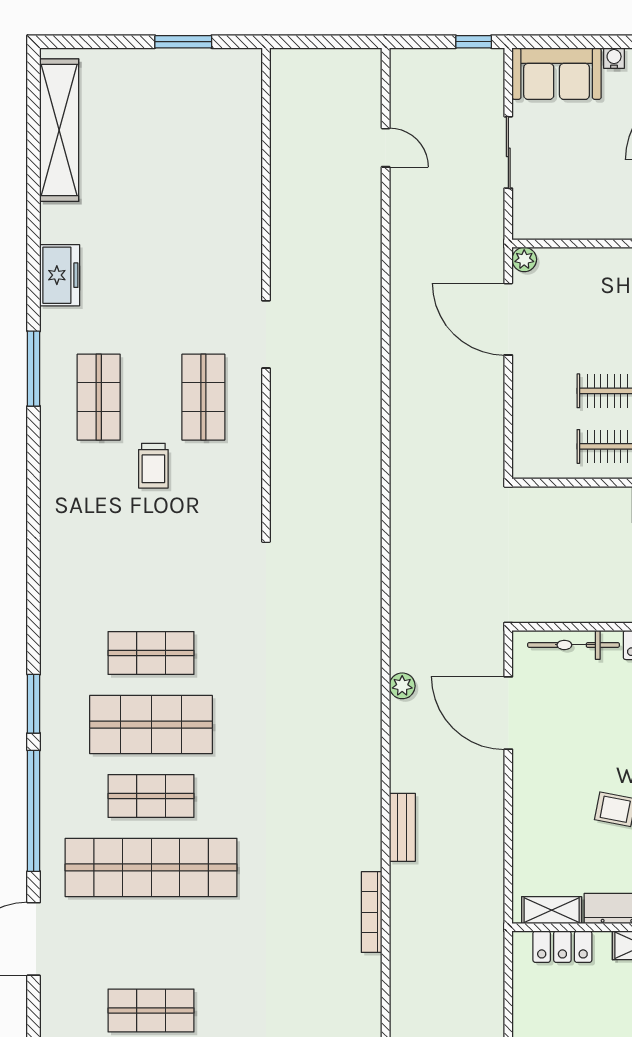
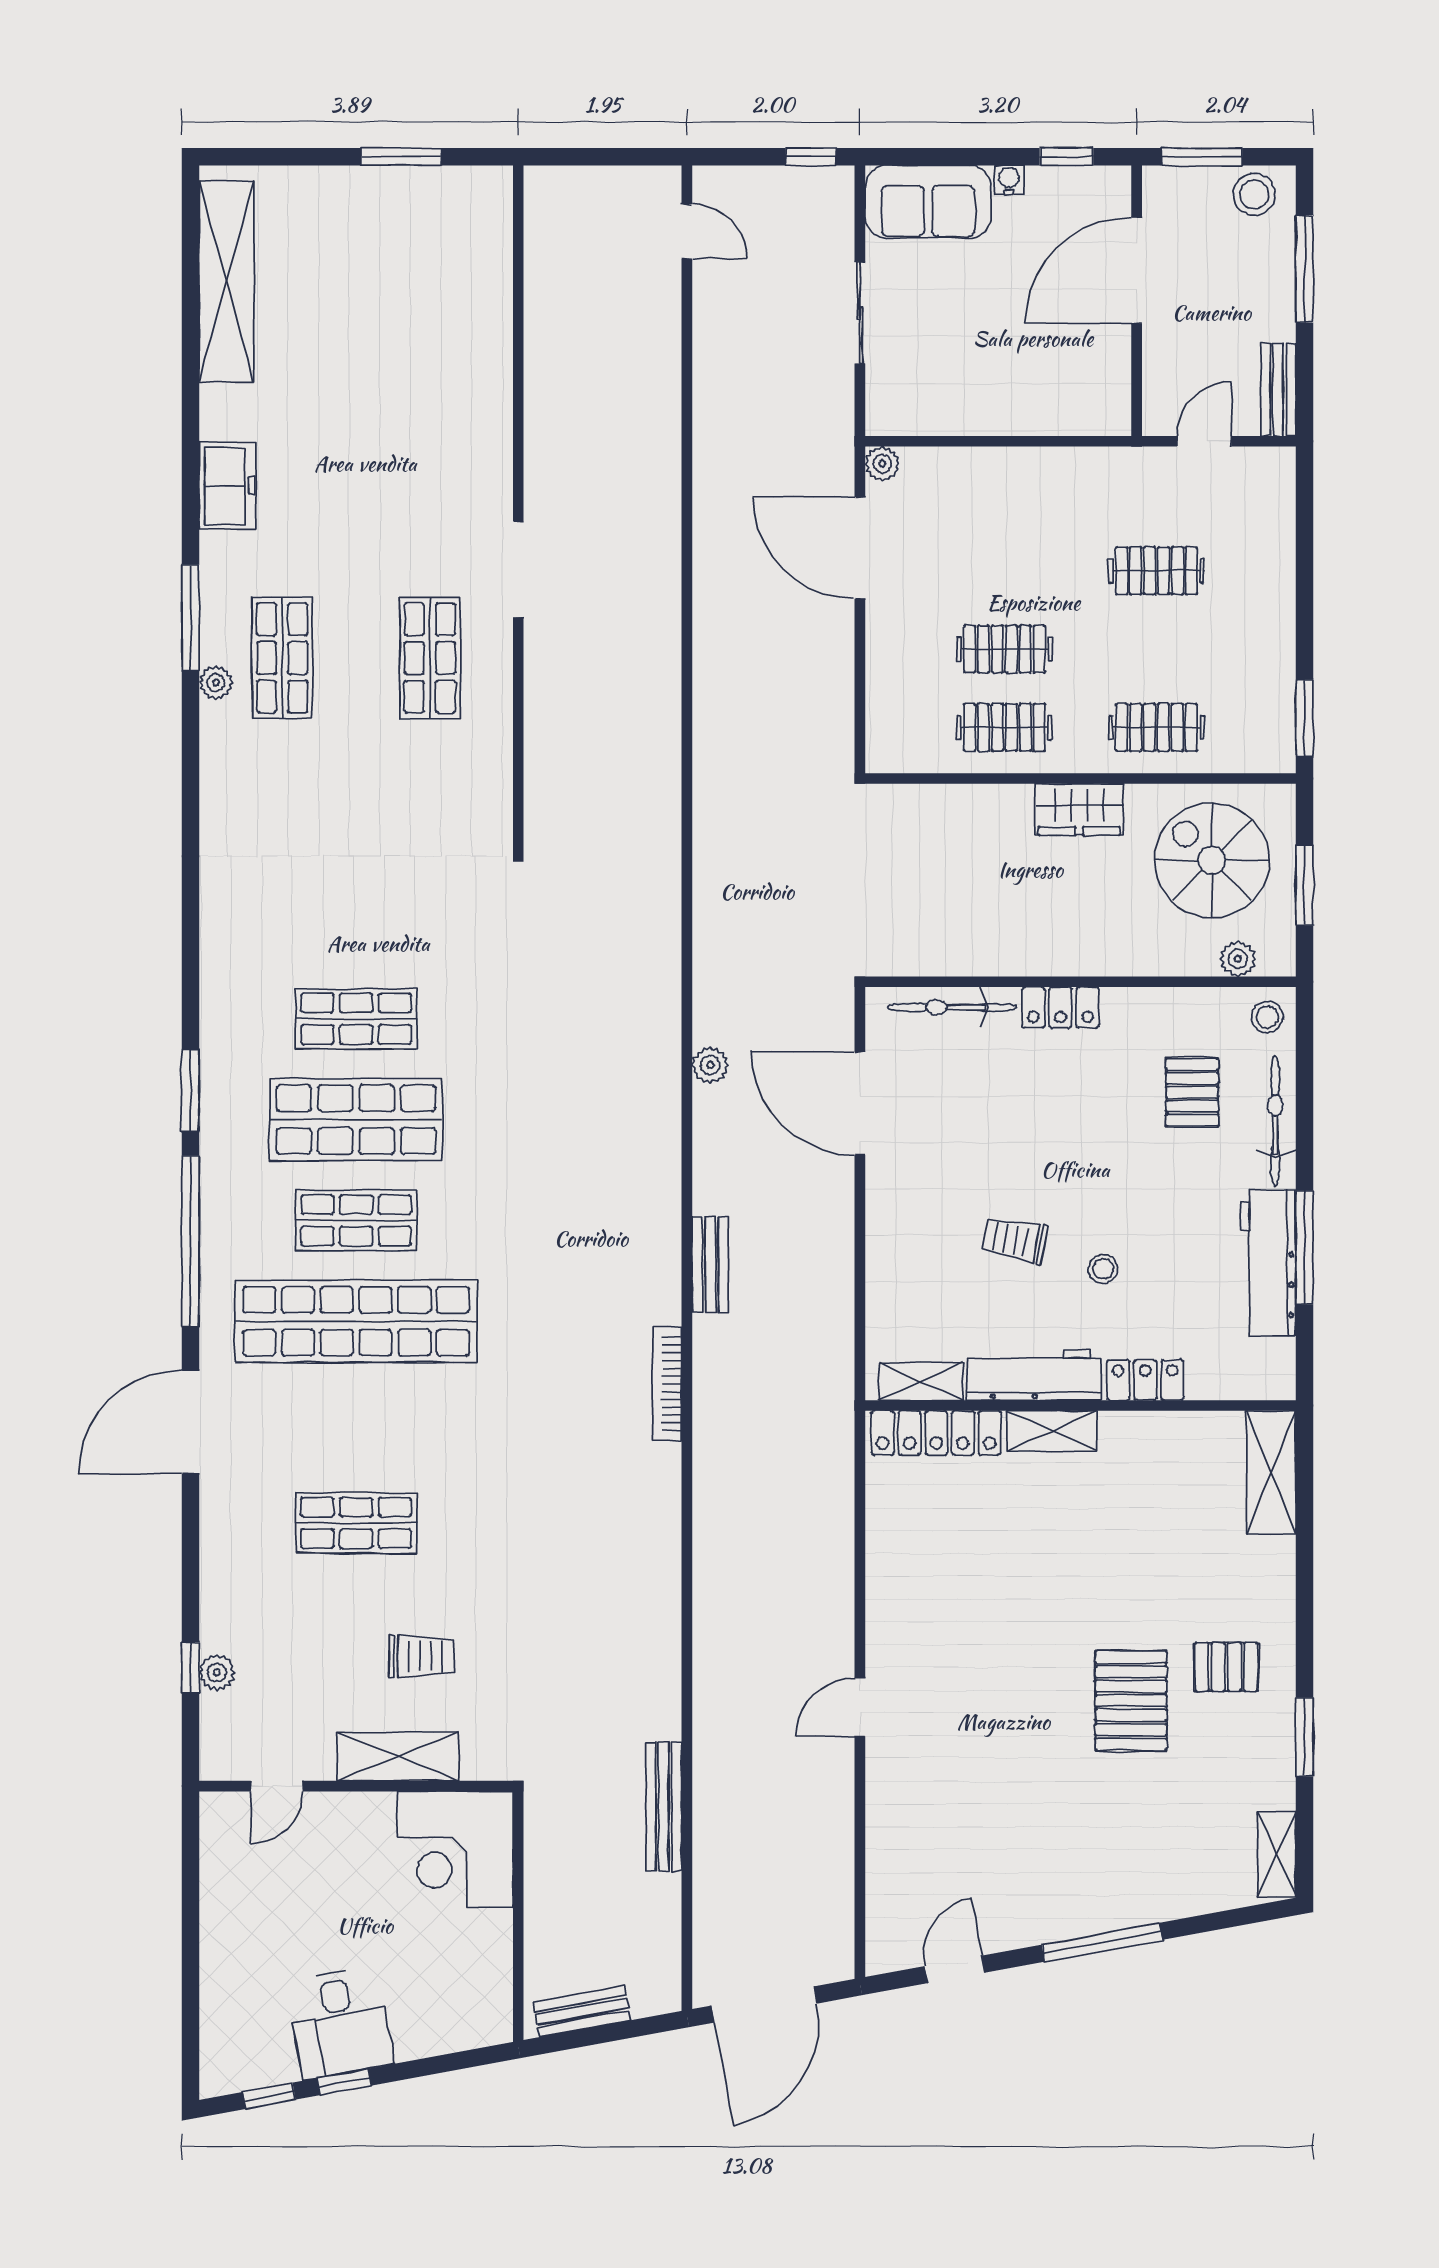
door: (386, 148) -> (687, 231), moved
plant: (52, 415) -> (216, 683), added
trolley: (153, 466) -> (359, 755), removed
locker: (562, 947) -> (936, 1433), width x1.53

